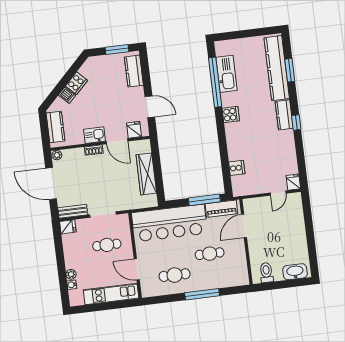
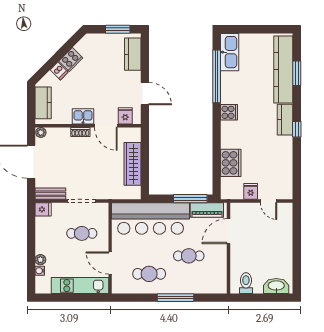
kitchen sink: (226, 74) -> (230, 52), moved
cooker: (237, 168) -> (231, 163), width x1.87, depth x1.31
fridge: (293, 182) -> (251, 191), moved
door: (278, 193) -> (269, 201), hinge flipped

